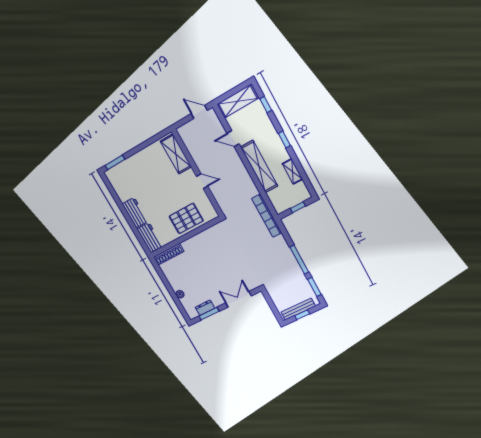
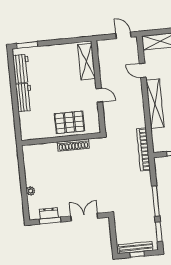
workbench: (150, 238) -> (21, 69), moved
shoe rack: (169, 254) -> (73, 145), moved

